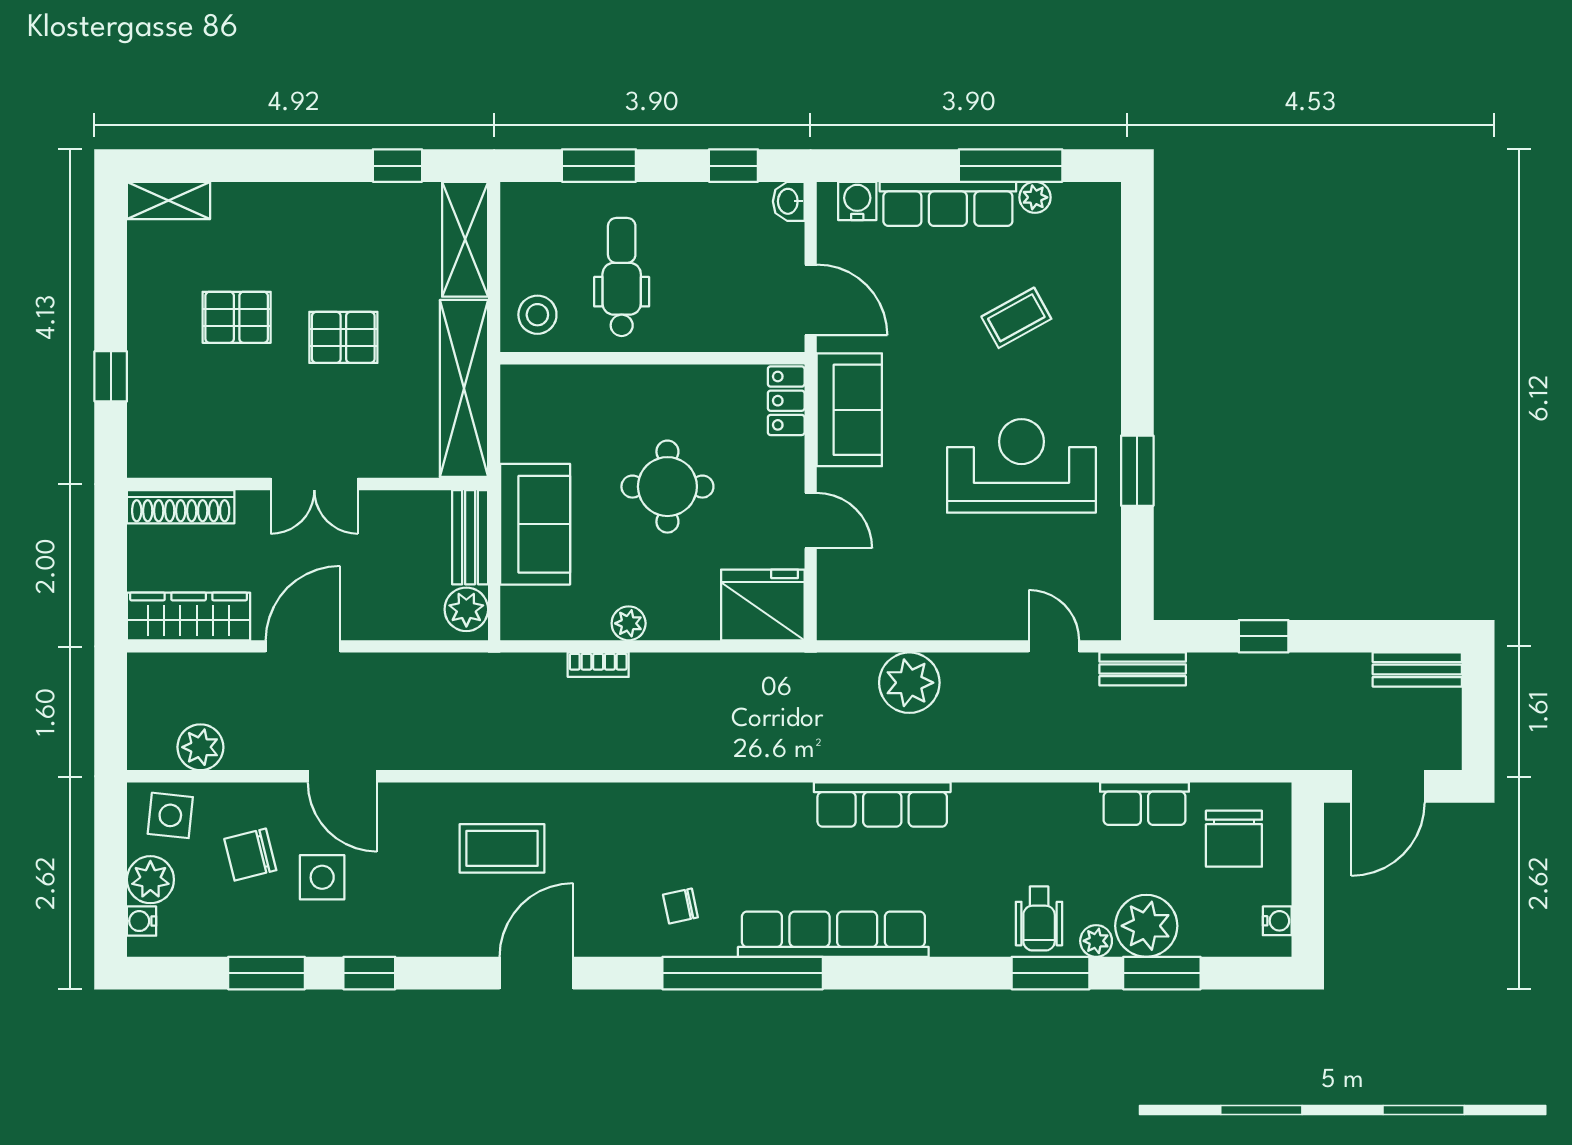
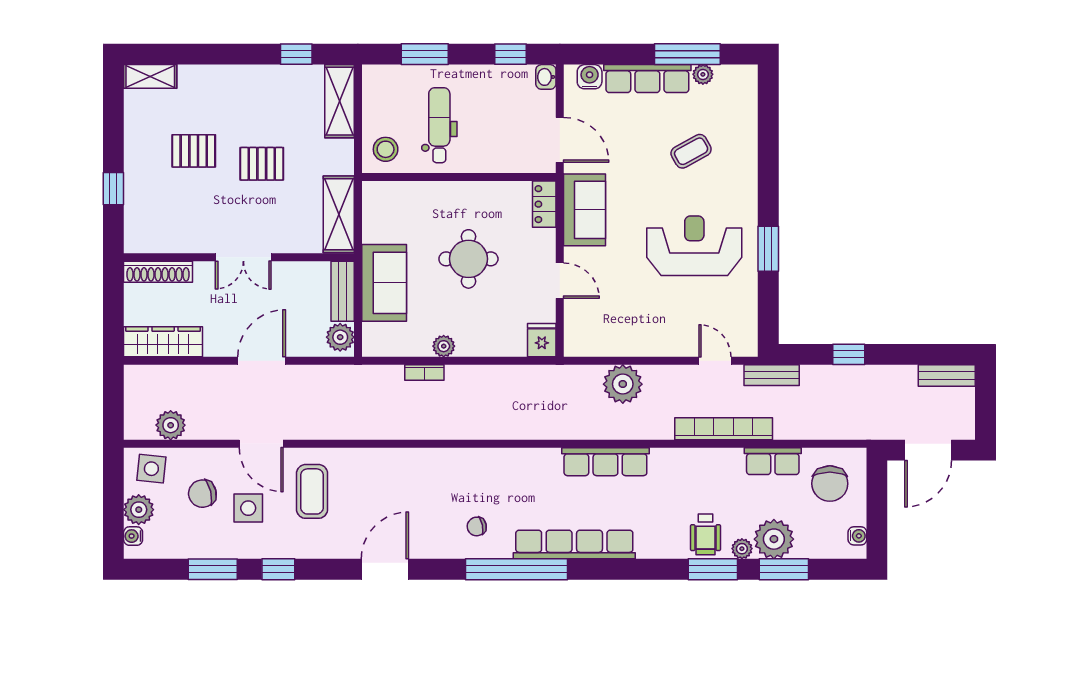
shelving: (464, 388) -> (339, 214), width x0.68
fridge: (763, 605) -> (542, 340), width x0.53, depth x0.75
door: (303, 646) -> (262, 361), moved
bookcase: (1068, 753) -> (724, 429), added
coffee table: (502, 848) -> (312, 491), moved, turned 90

